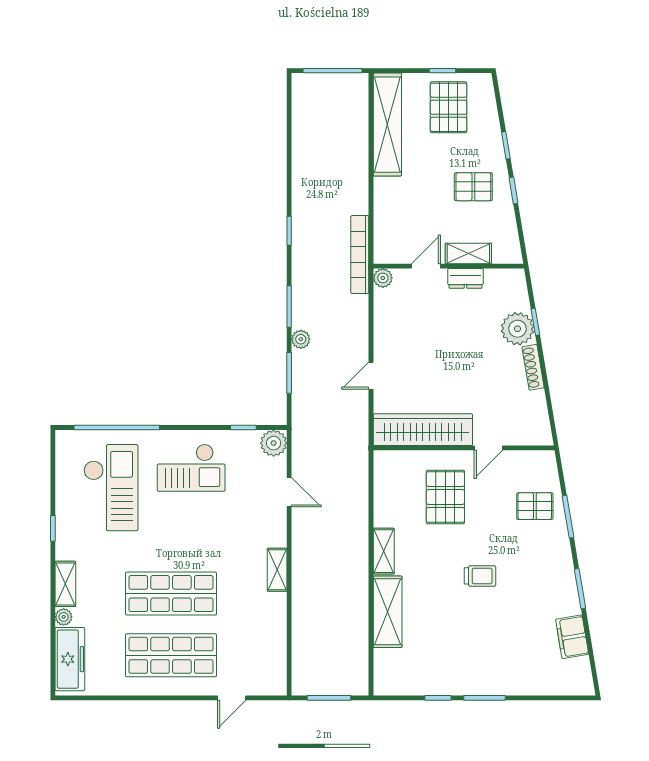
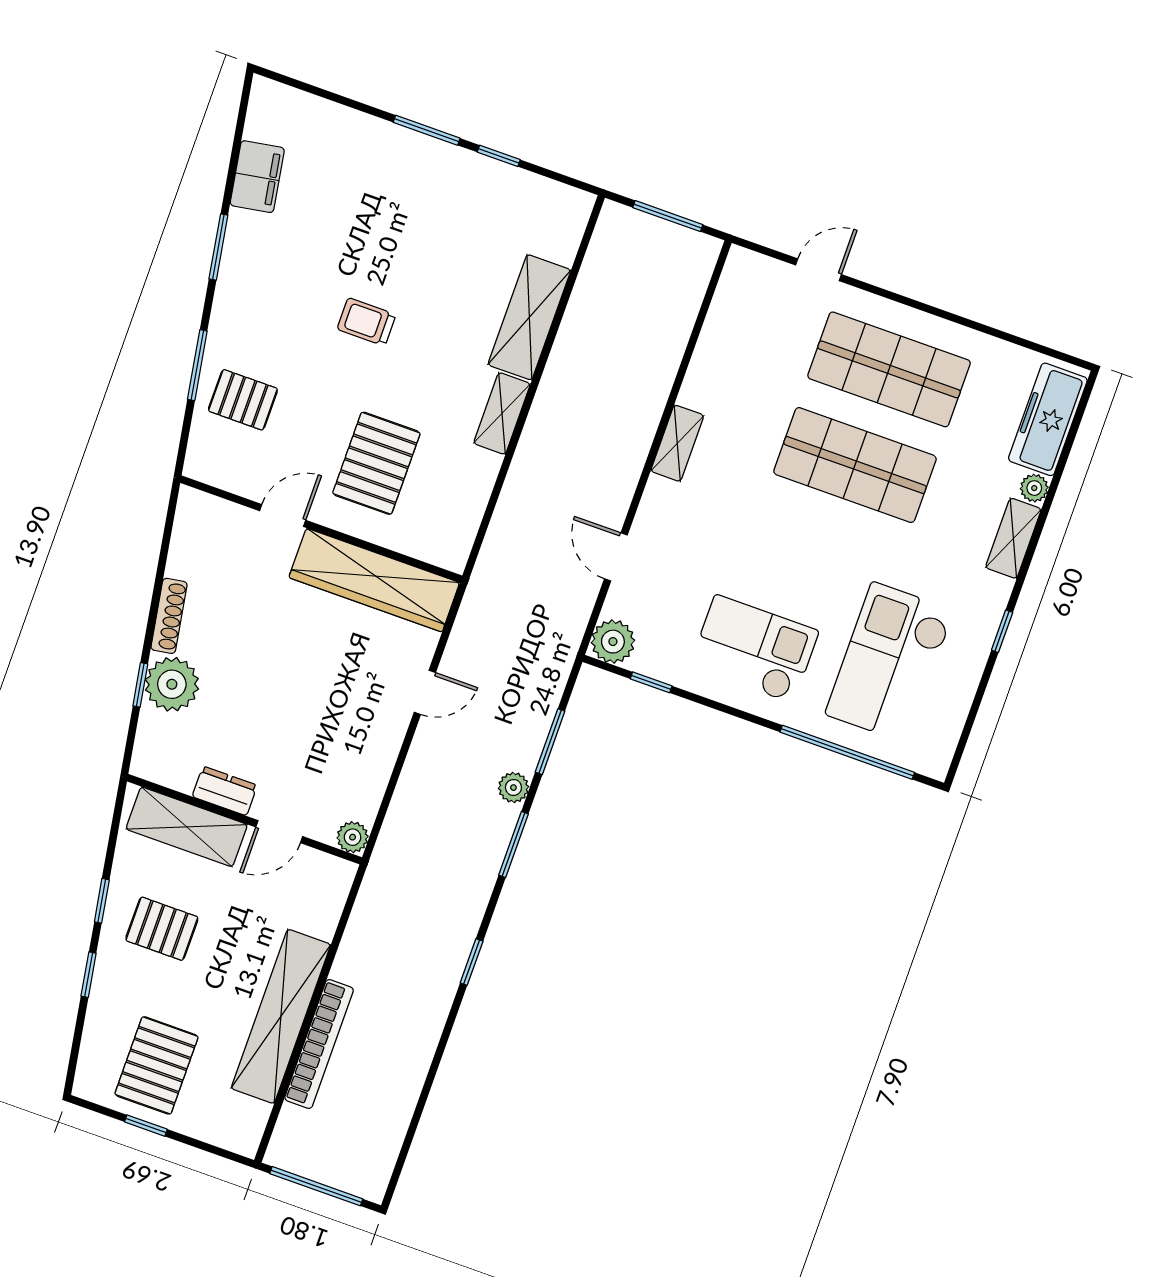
shelving: (387, 125) -> (281, 1016), moved
shelving: (468, 253) -> (187, 827), width x1.50, depth x1.33
bookcase: (360, 255) -> (319, 1044), moved

